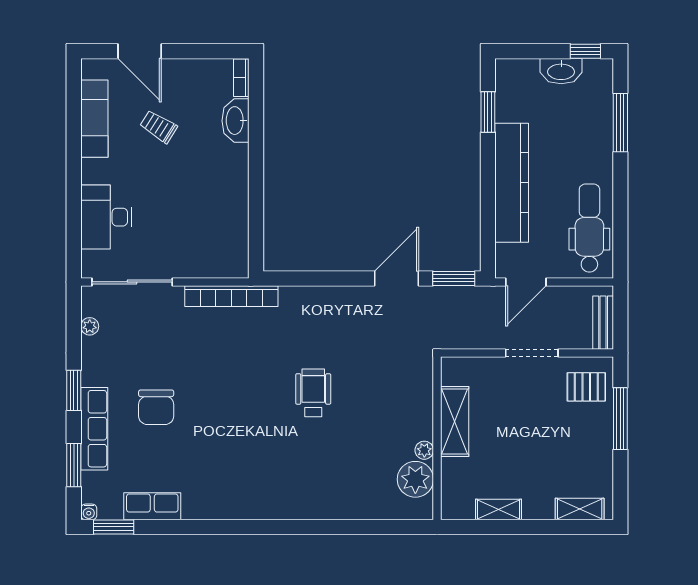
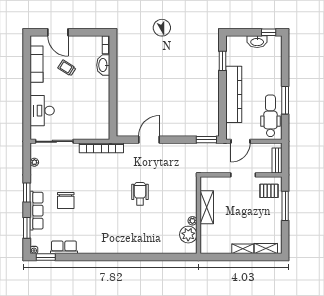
window: (620, 123) -> (285, 100), moved
door: (397, 278) -> (149, 140), moved
shelving: (499, 510) -> (243, 249), moved

